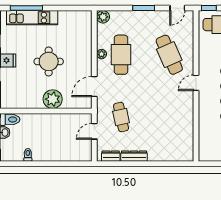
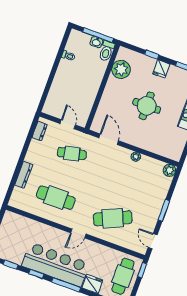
cafe table: (121, 55) -> (56, 198), moved
door: (196, 83) -> (78, 233), swing flipped
plant: (53, 99) -> (121, 69), moved
dresser: (134, 156) -> (24, 175), moved

